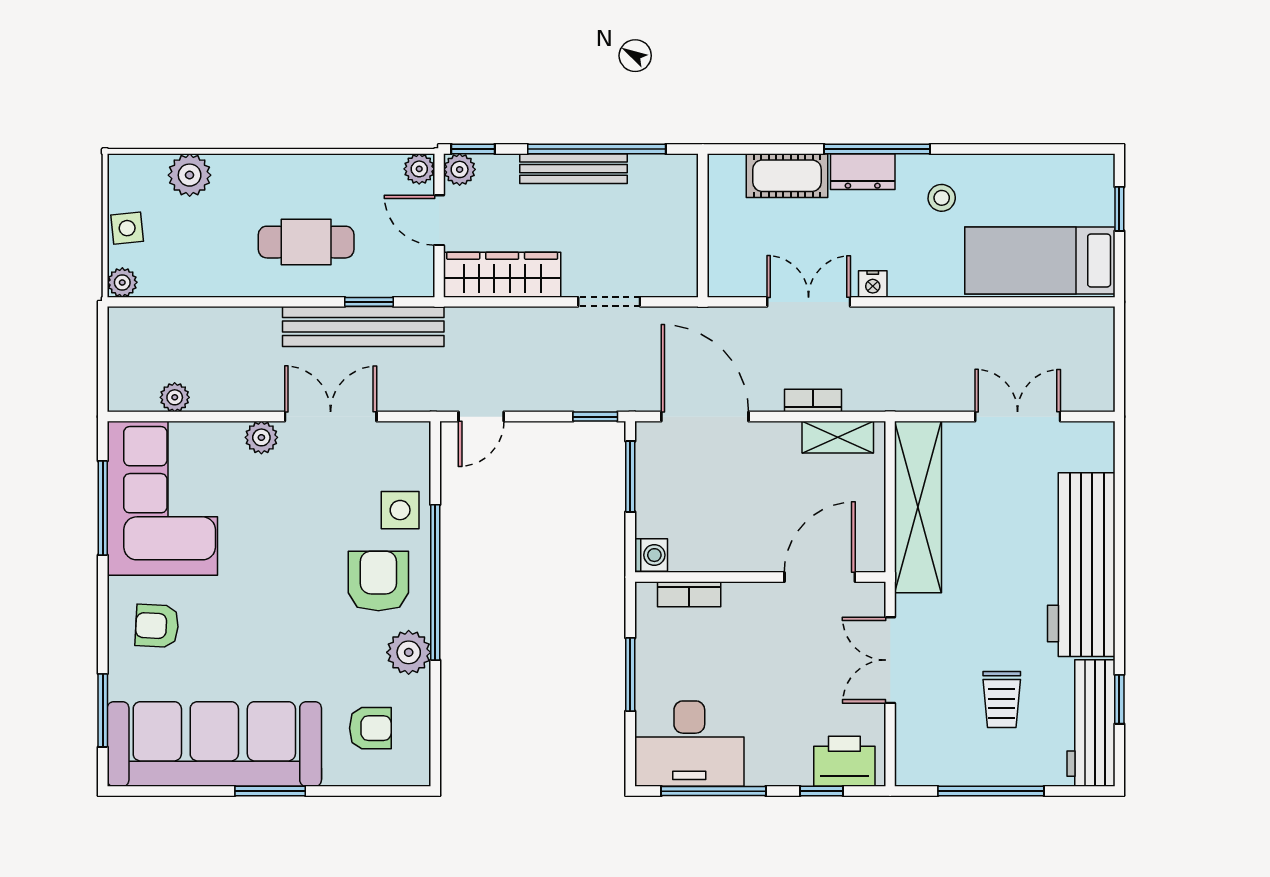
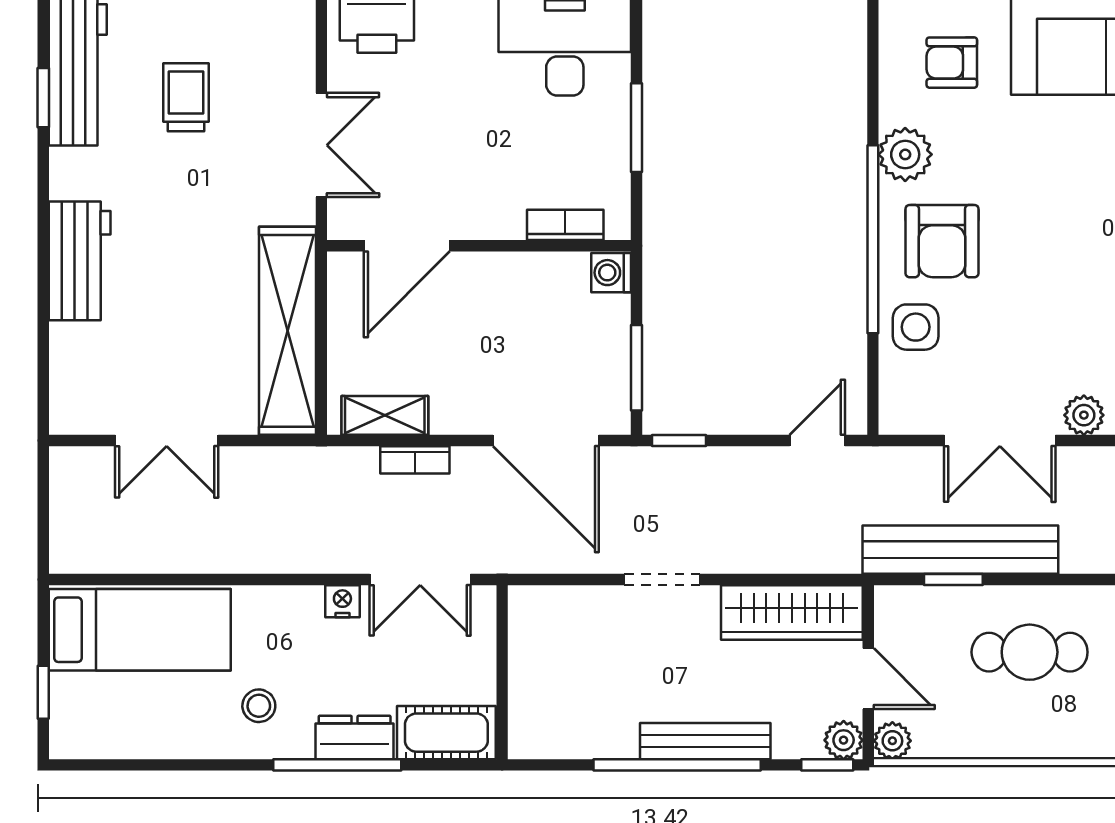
wall: (703, 225) -> (502, 672), moved
workbench: (1081, 565) -> (80, 261), width x0.53, depth x0.76

